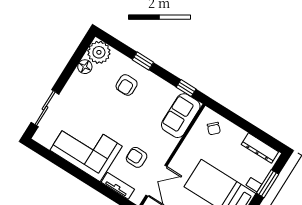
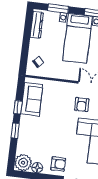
armchair: (127, 85) -> (58, 164), moved
window: (186, 88) -> (18, 107), moved
sofa: (181, 116) -> (32, 99), moved, turned -90

